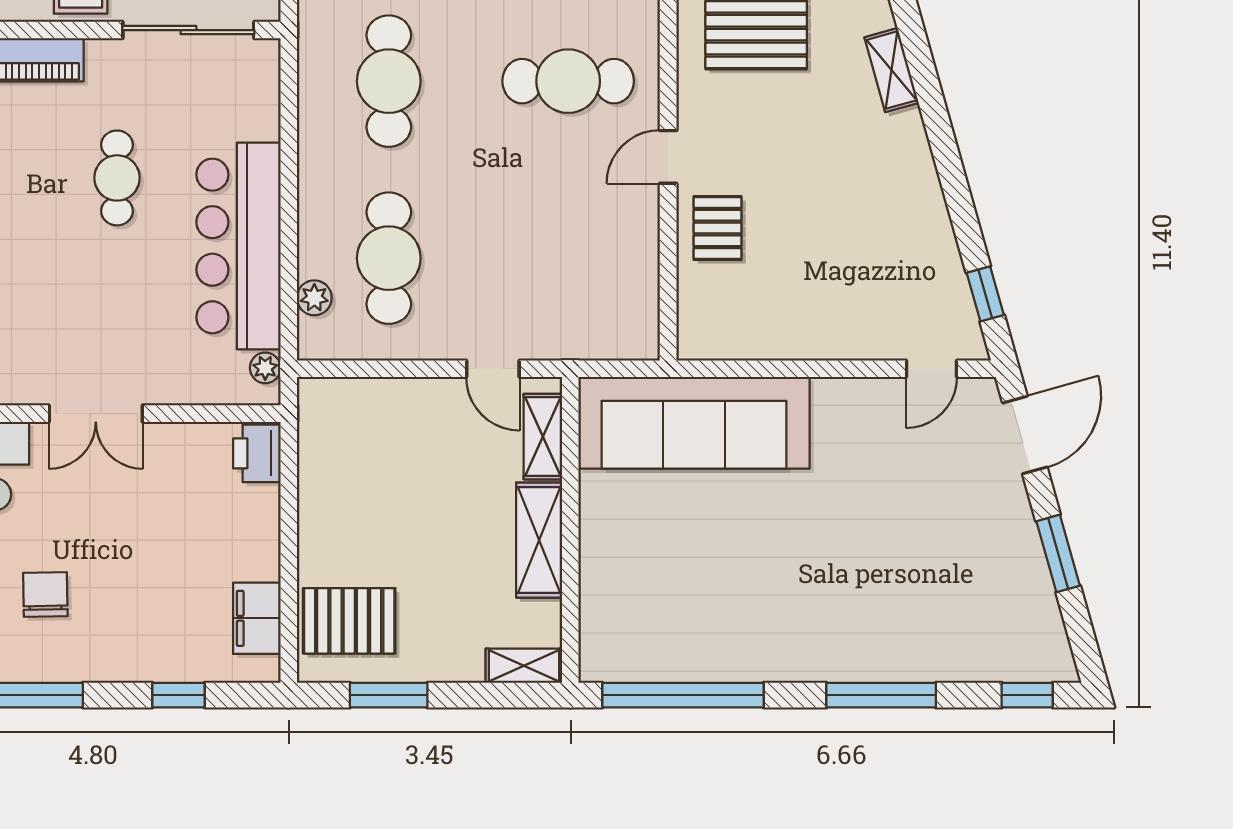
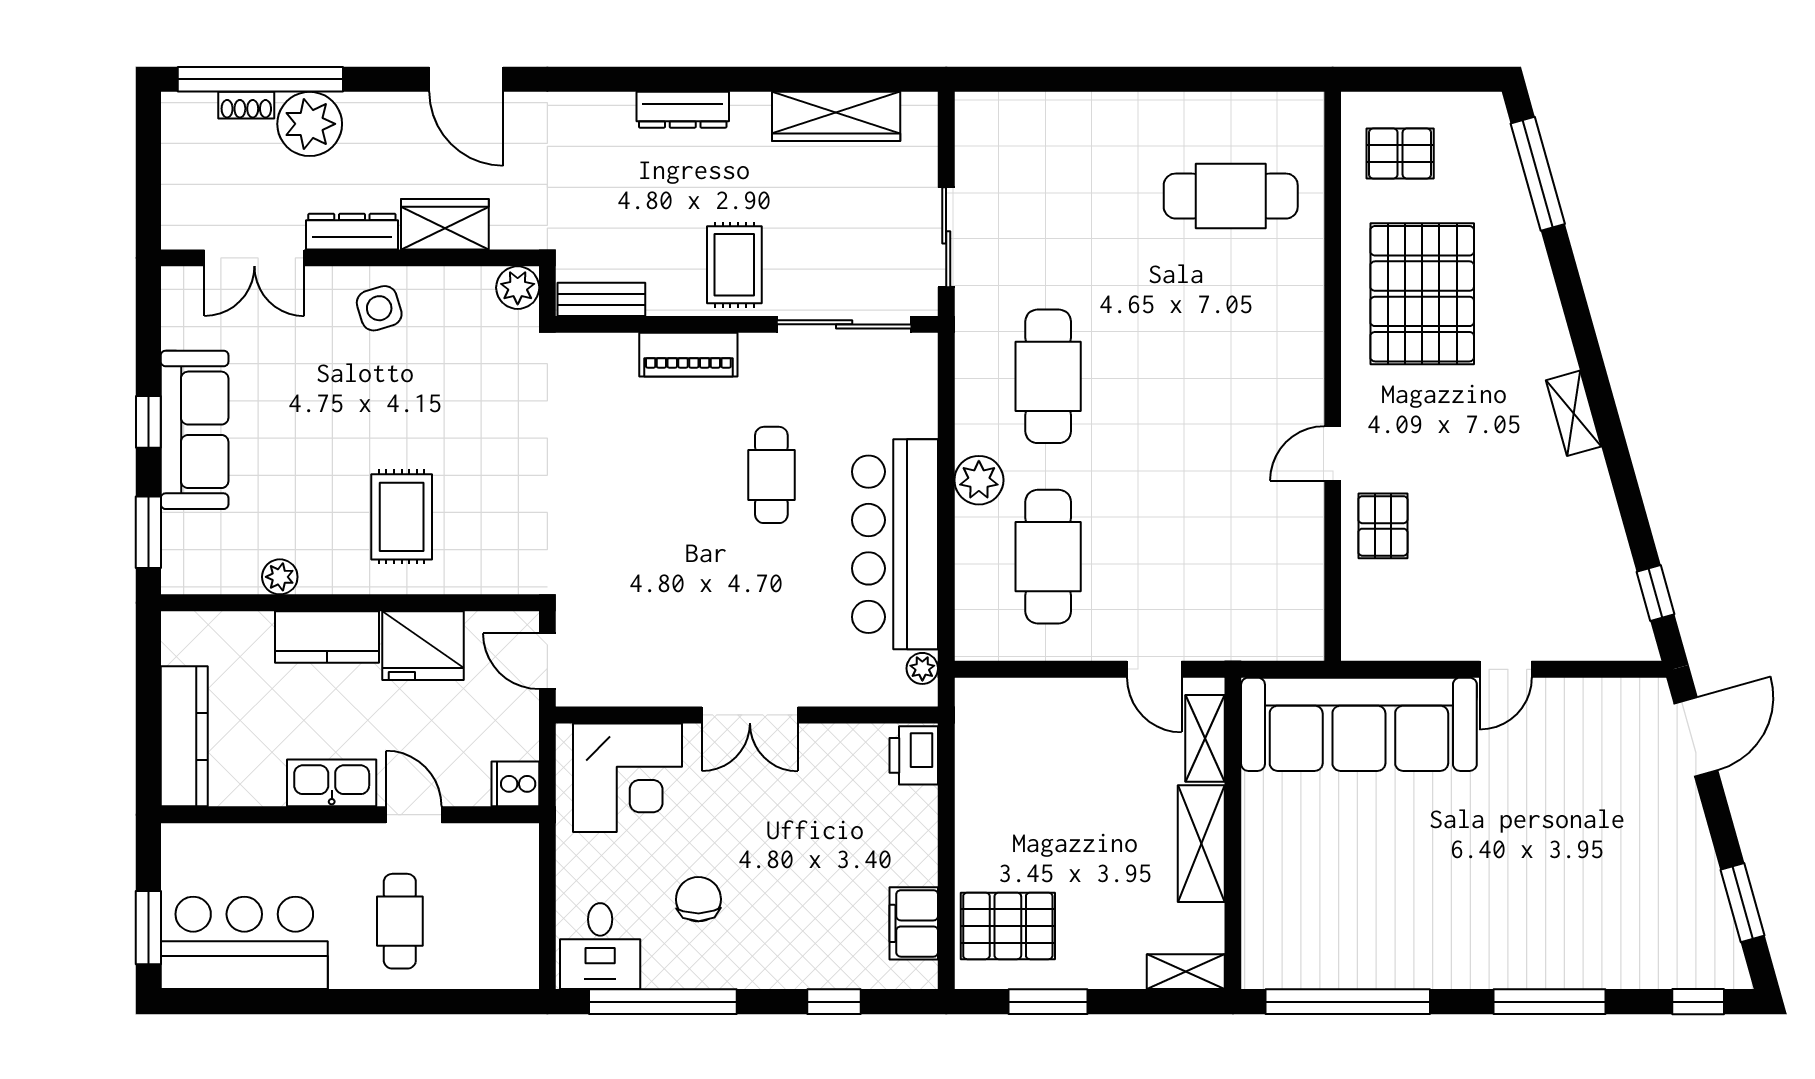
shelving: (892, 70) -> (1574, 413), moved
cafe table: (568, 81) -> (1231, 376), removed
plant: (314, 298) -> (979, 480), moved, width x1.38, depth x1.38
door: (932, 369) -> (1506, 669), moved
window: (1058, 553) -> (1742, 903), moved

